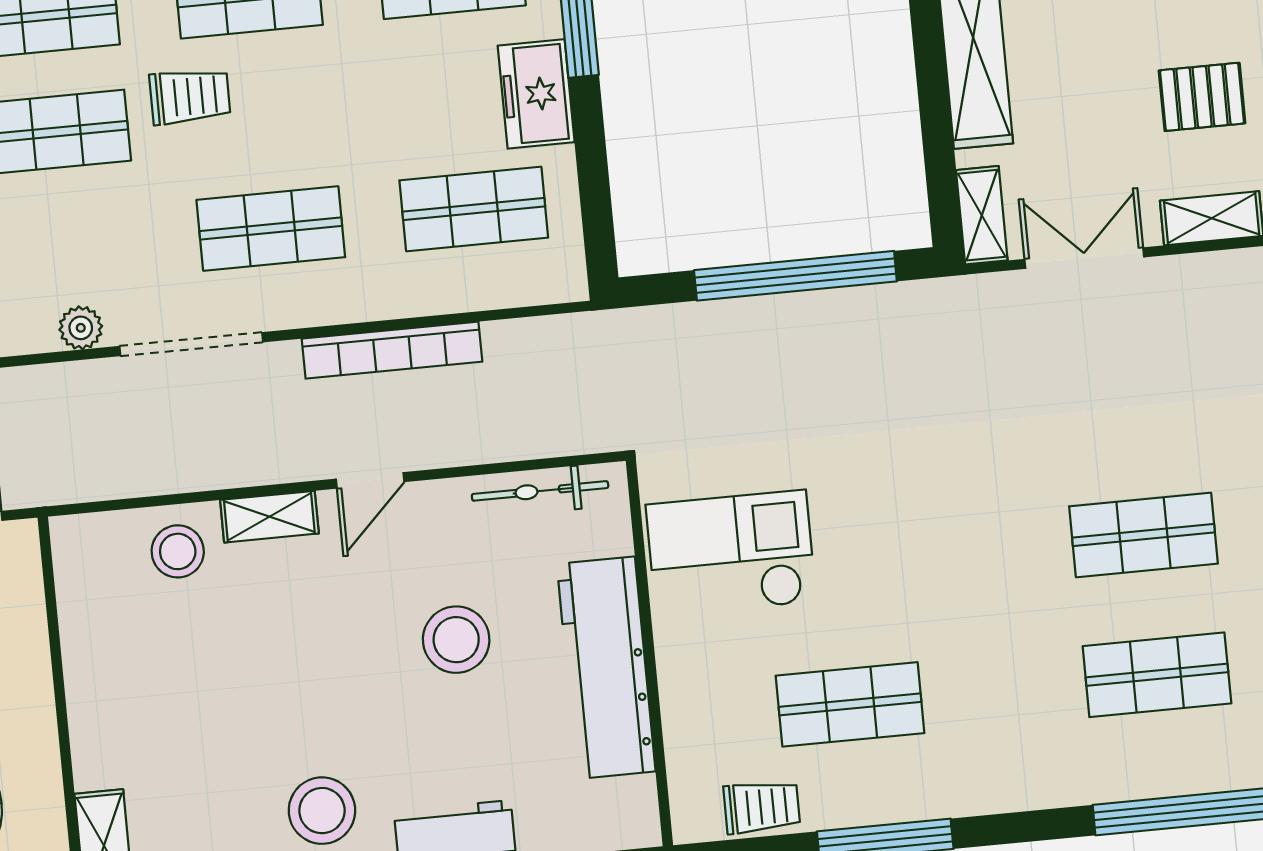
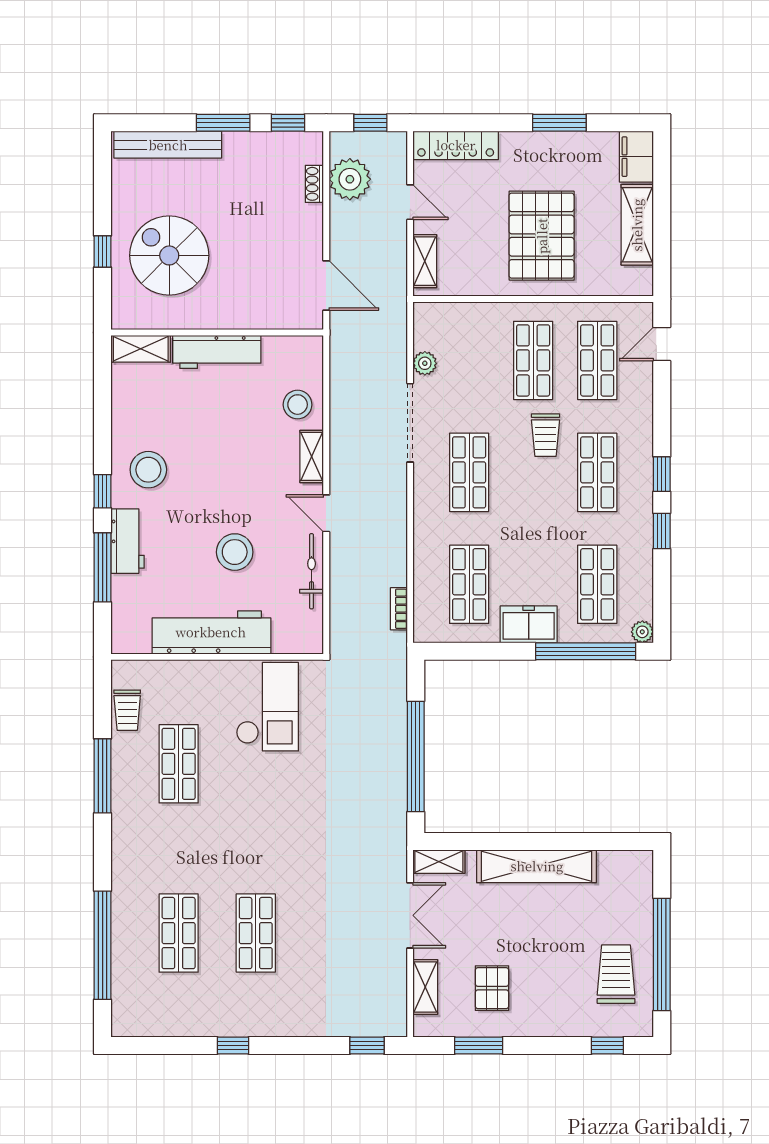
bookcase: (392, 350) -> (399, 609), moved, width x0.43, depth x0.76
bicycle: (540, 491) -> (312, 571), moved
workbench: (96, 707) -> (217, 352), added

